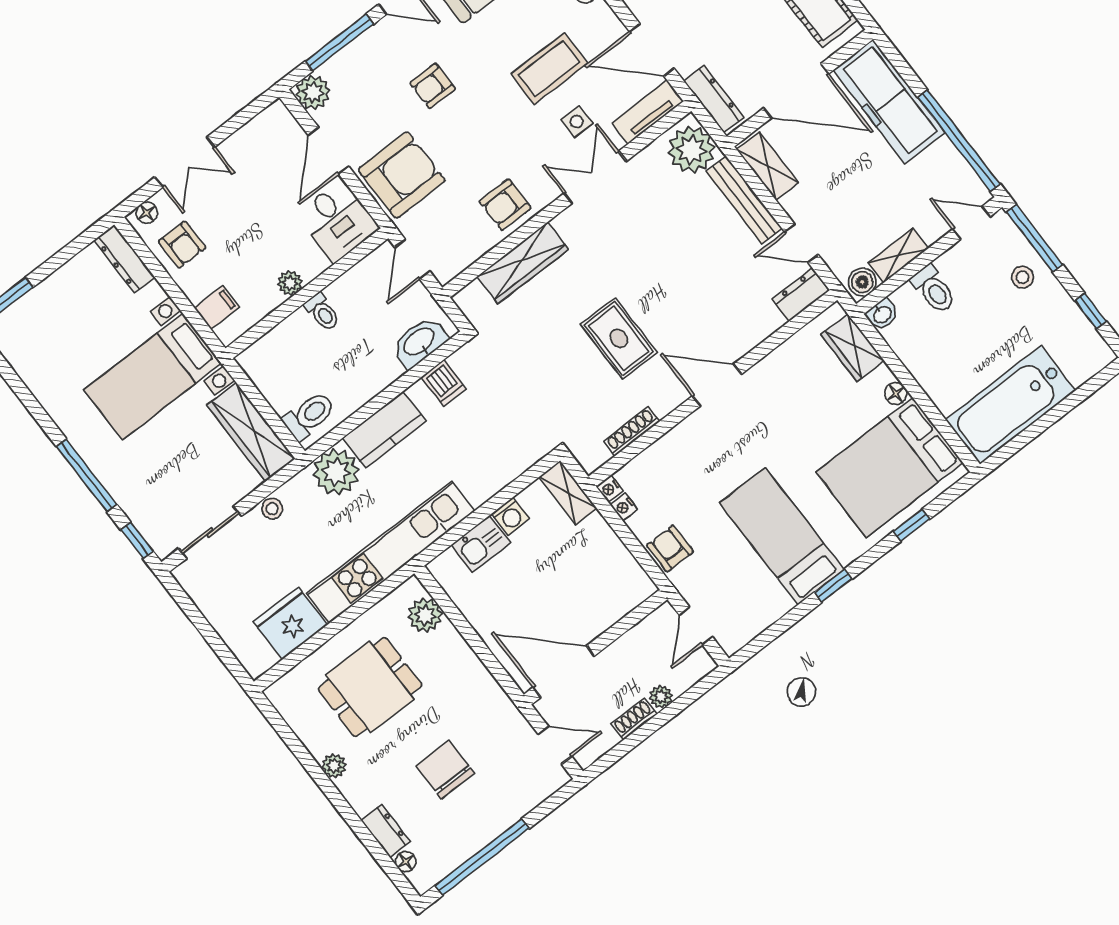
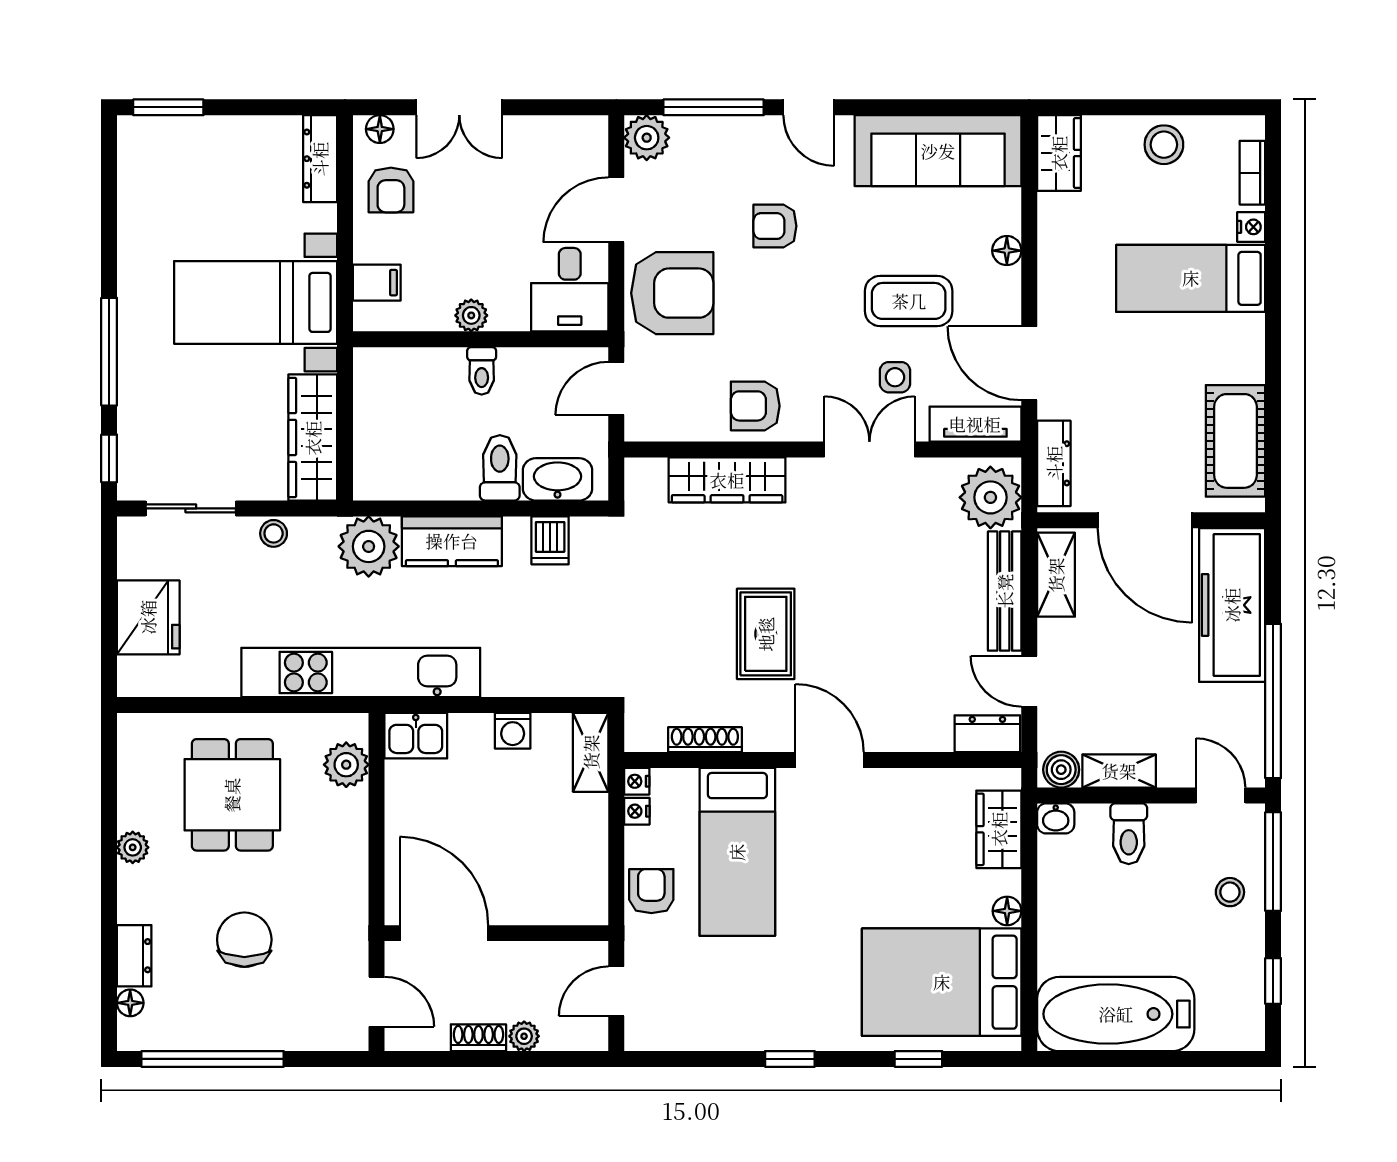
toilet: (309, 416) -> (500, 468), moved, turned -90
bed: (782, 536) -> (737, 852), moved, turned 180
kitchen sink: (481, 544) -> (416, 736), moved
fridge: (290, 623) -> (148, 617), moved, turned 90
dining table: (370, 687) -> (232, 795), turned 90

